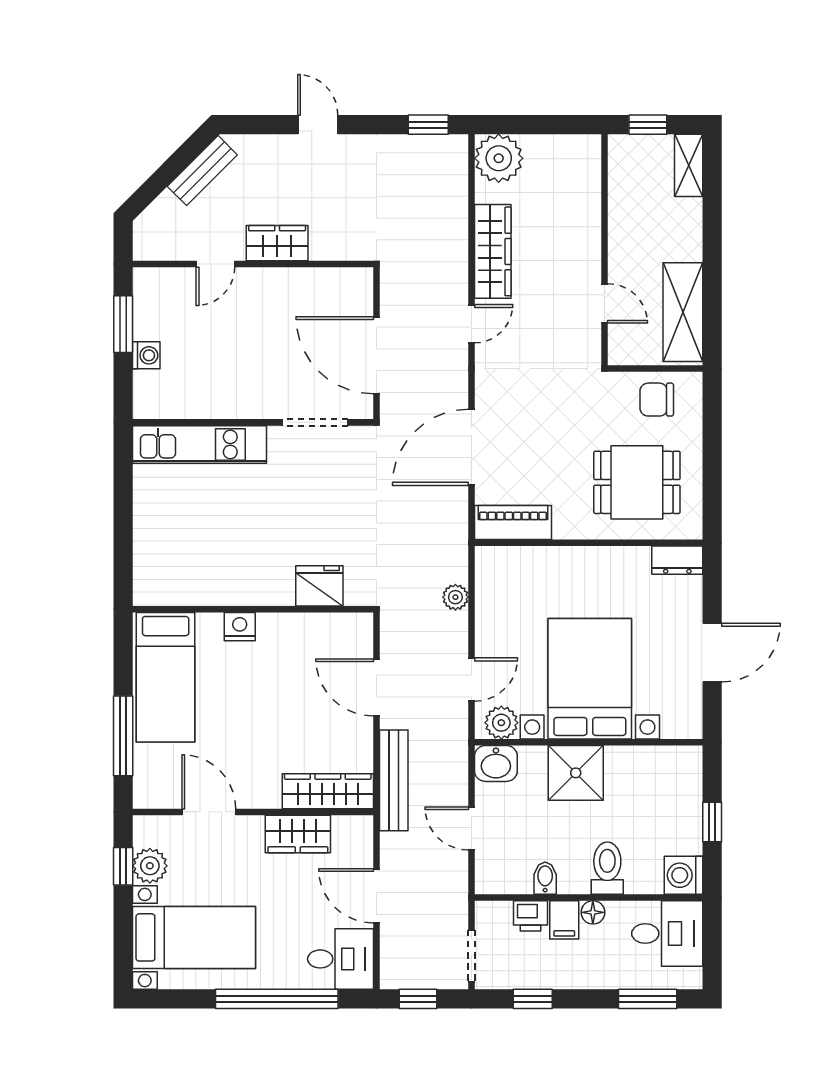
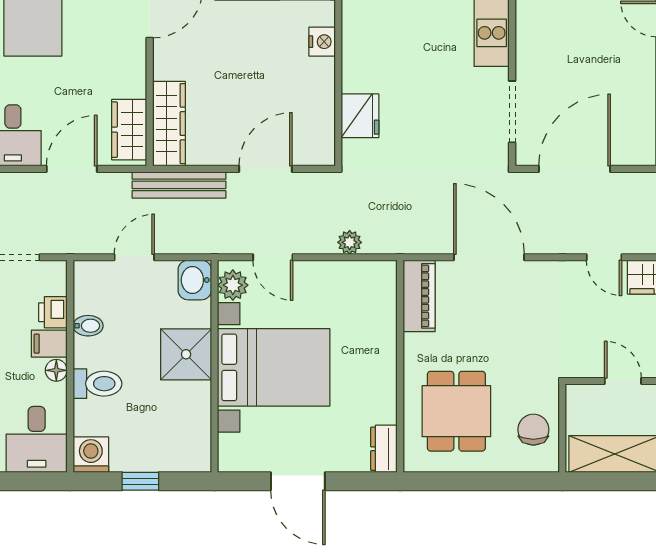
door: (604, 303) -> (623, 381), swing flipped
wardrobe: (298, 834) -> (129, 130), moved

